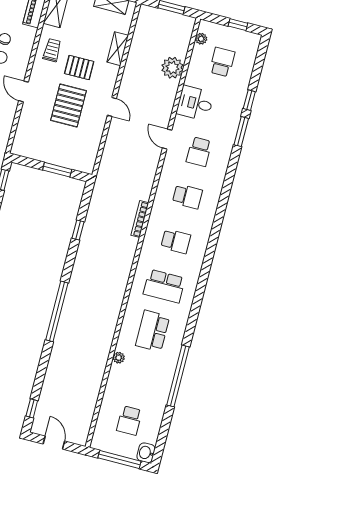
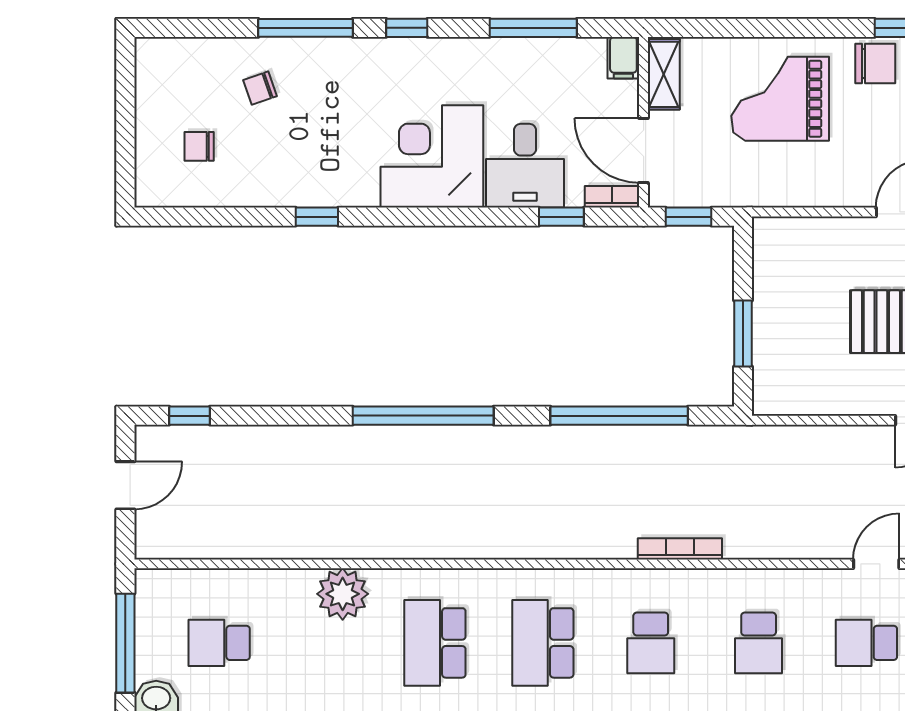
window: (78, 230) -> (619, 416), width x3.17
school desk: (153, 331) -> (435, 643), turned -90
plant: (119, 358) -> (343, 594), width x1.88, depth x1.88

